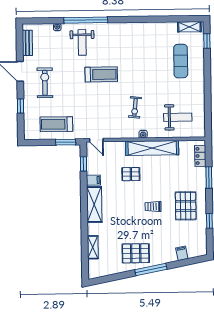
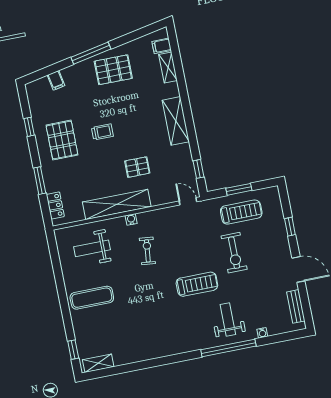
exercise mat: (181, 61) -> (92, 298), moved, turned 90
treadmill: (101, 74) -> (197, 284), turned 180
exercise bike: (45, 83) -> (234, 253), moved
window: (66, 142) -> (239, 189), moved
filing cabinet: (93, 180) -> (162, 46), moved

